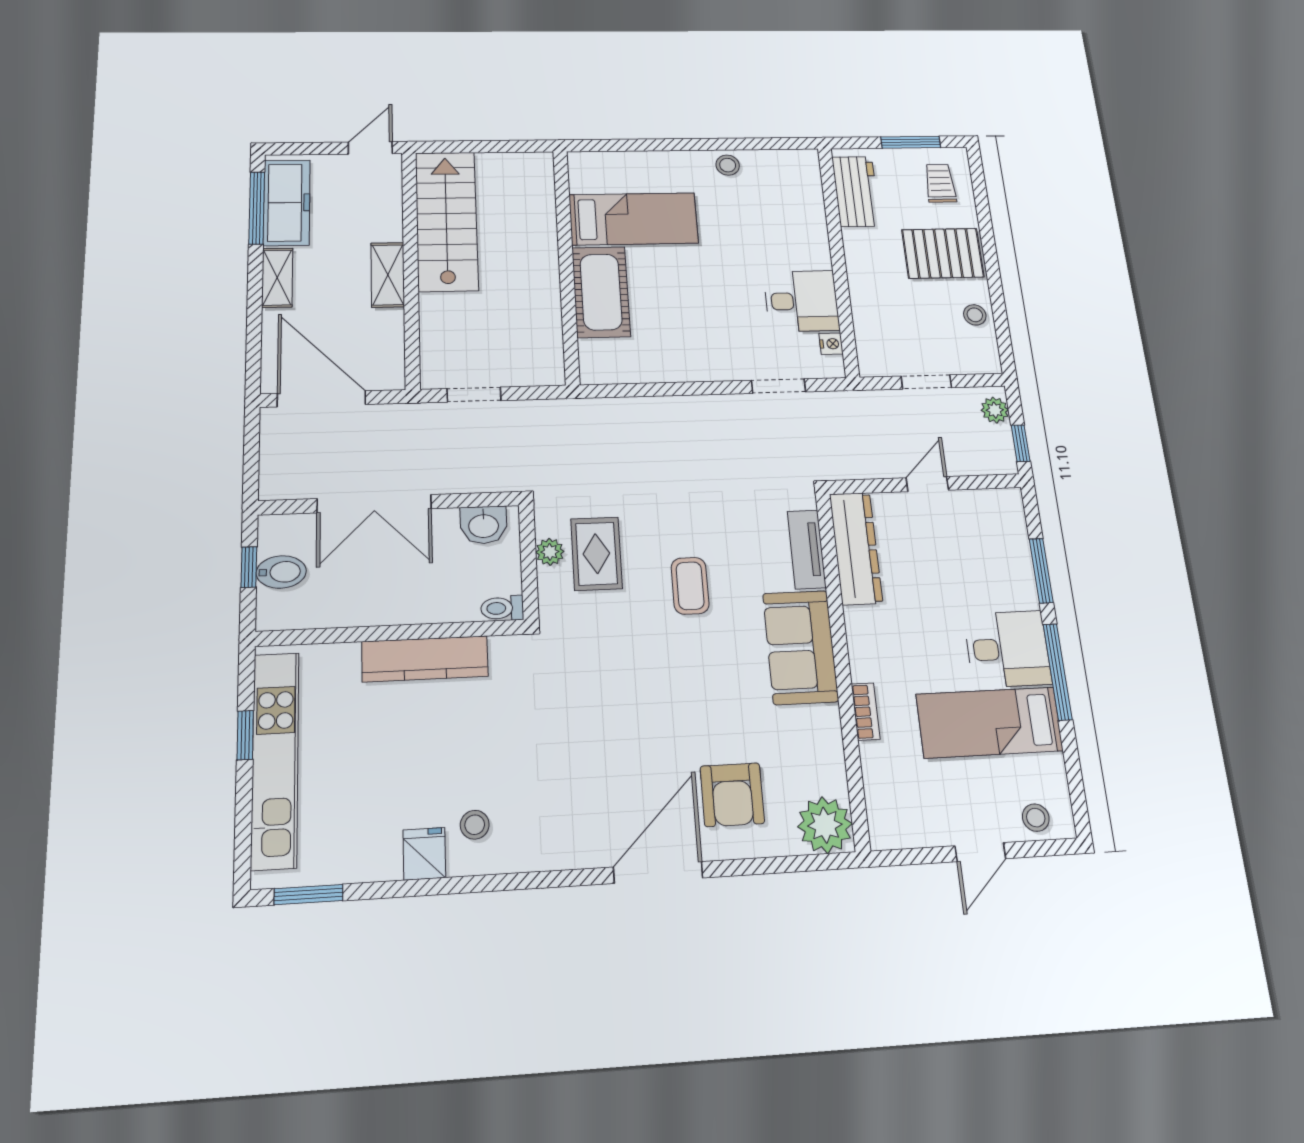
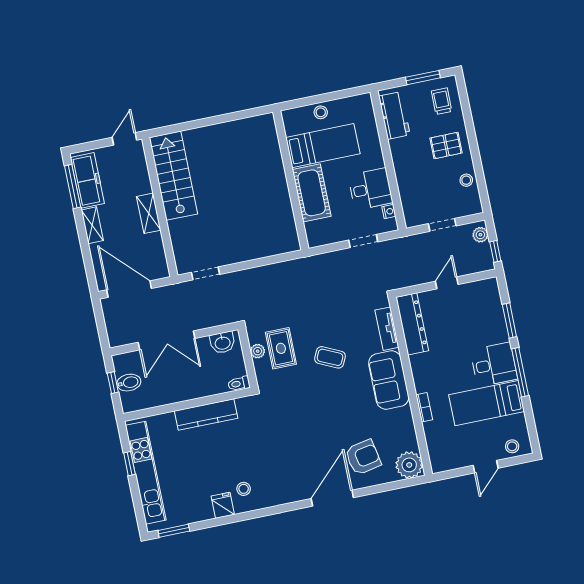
bed: (634, 219) -> (323, 146), moved
pallet: (943, 253) -> (446, 145), width x0.67, depth x0.71
wall: (566, 265) -> (291, 180), moved
cot: (601, 292) -> (312, 193), moved
coffee table: (690, 586) -> (330, 357), turned -65
armchair: (732, 795) -> (363, 457), turned -101

